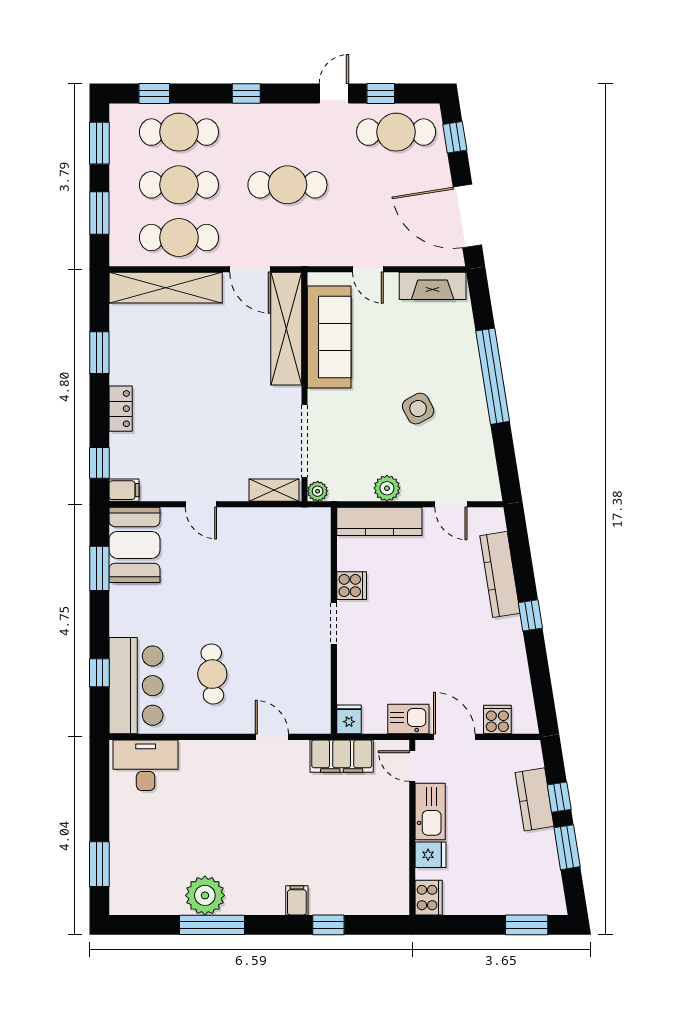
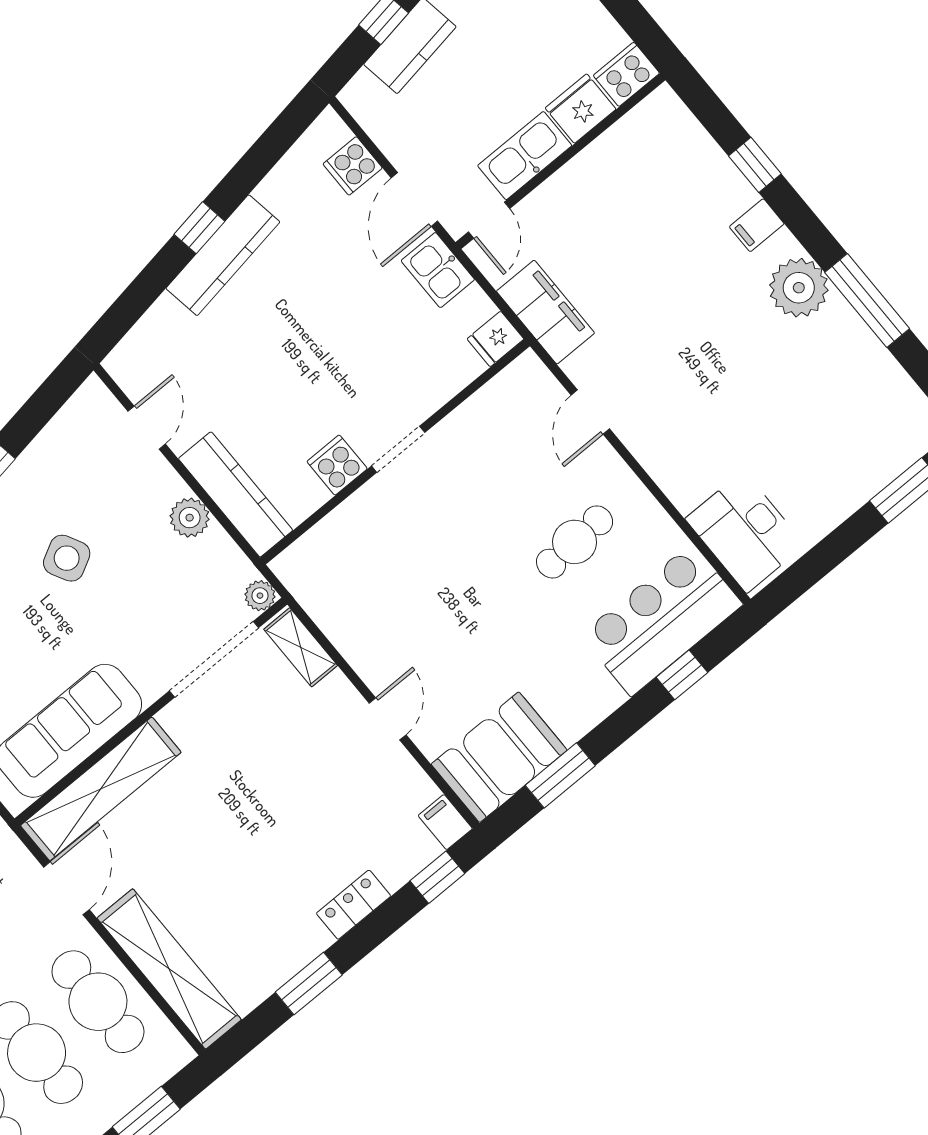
kitchen counter: (500, 574) -> (223, 255), moved
fridge: (431, 855) -> (581, 109), width x1.38
plant: (205, 895) -> (799, 288), moved

